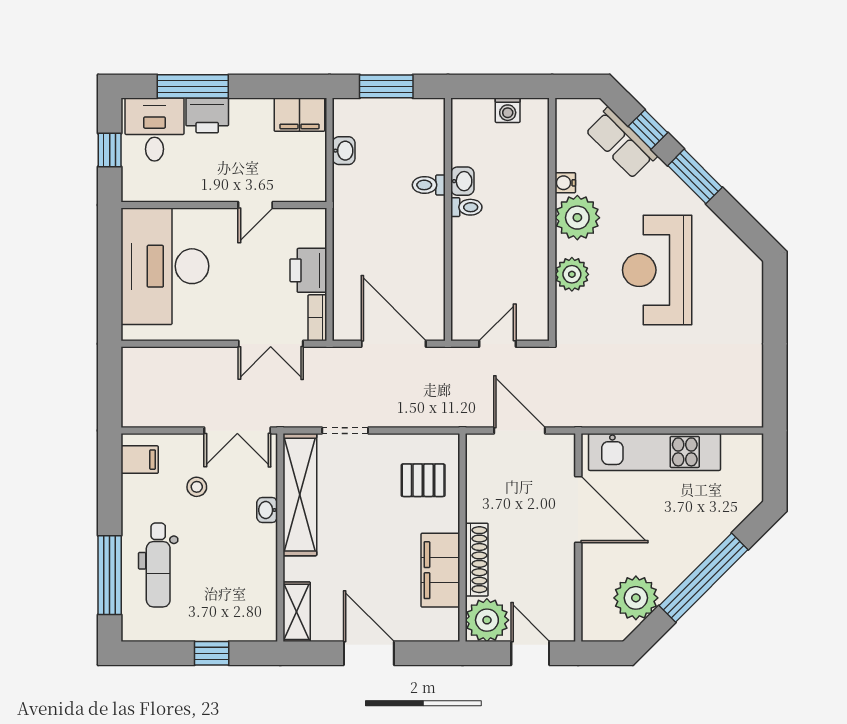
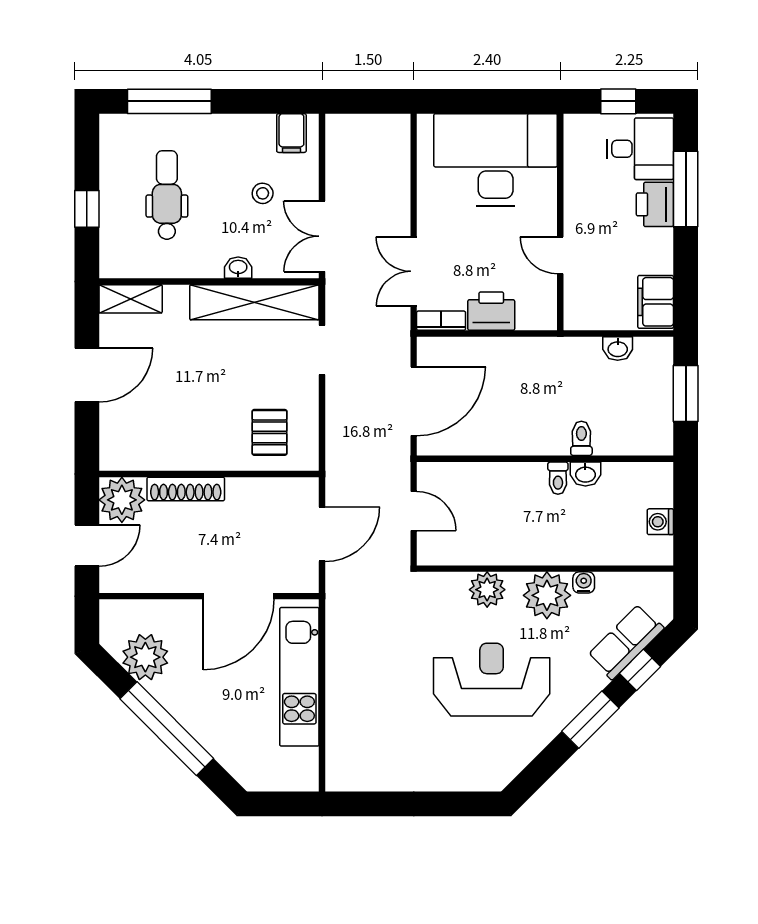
dental chair: (158, 565) -> (167, 195), moved, turned 90
filing cabinet: (440, 570) -> (175, 451), removed

